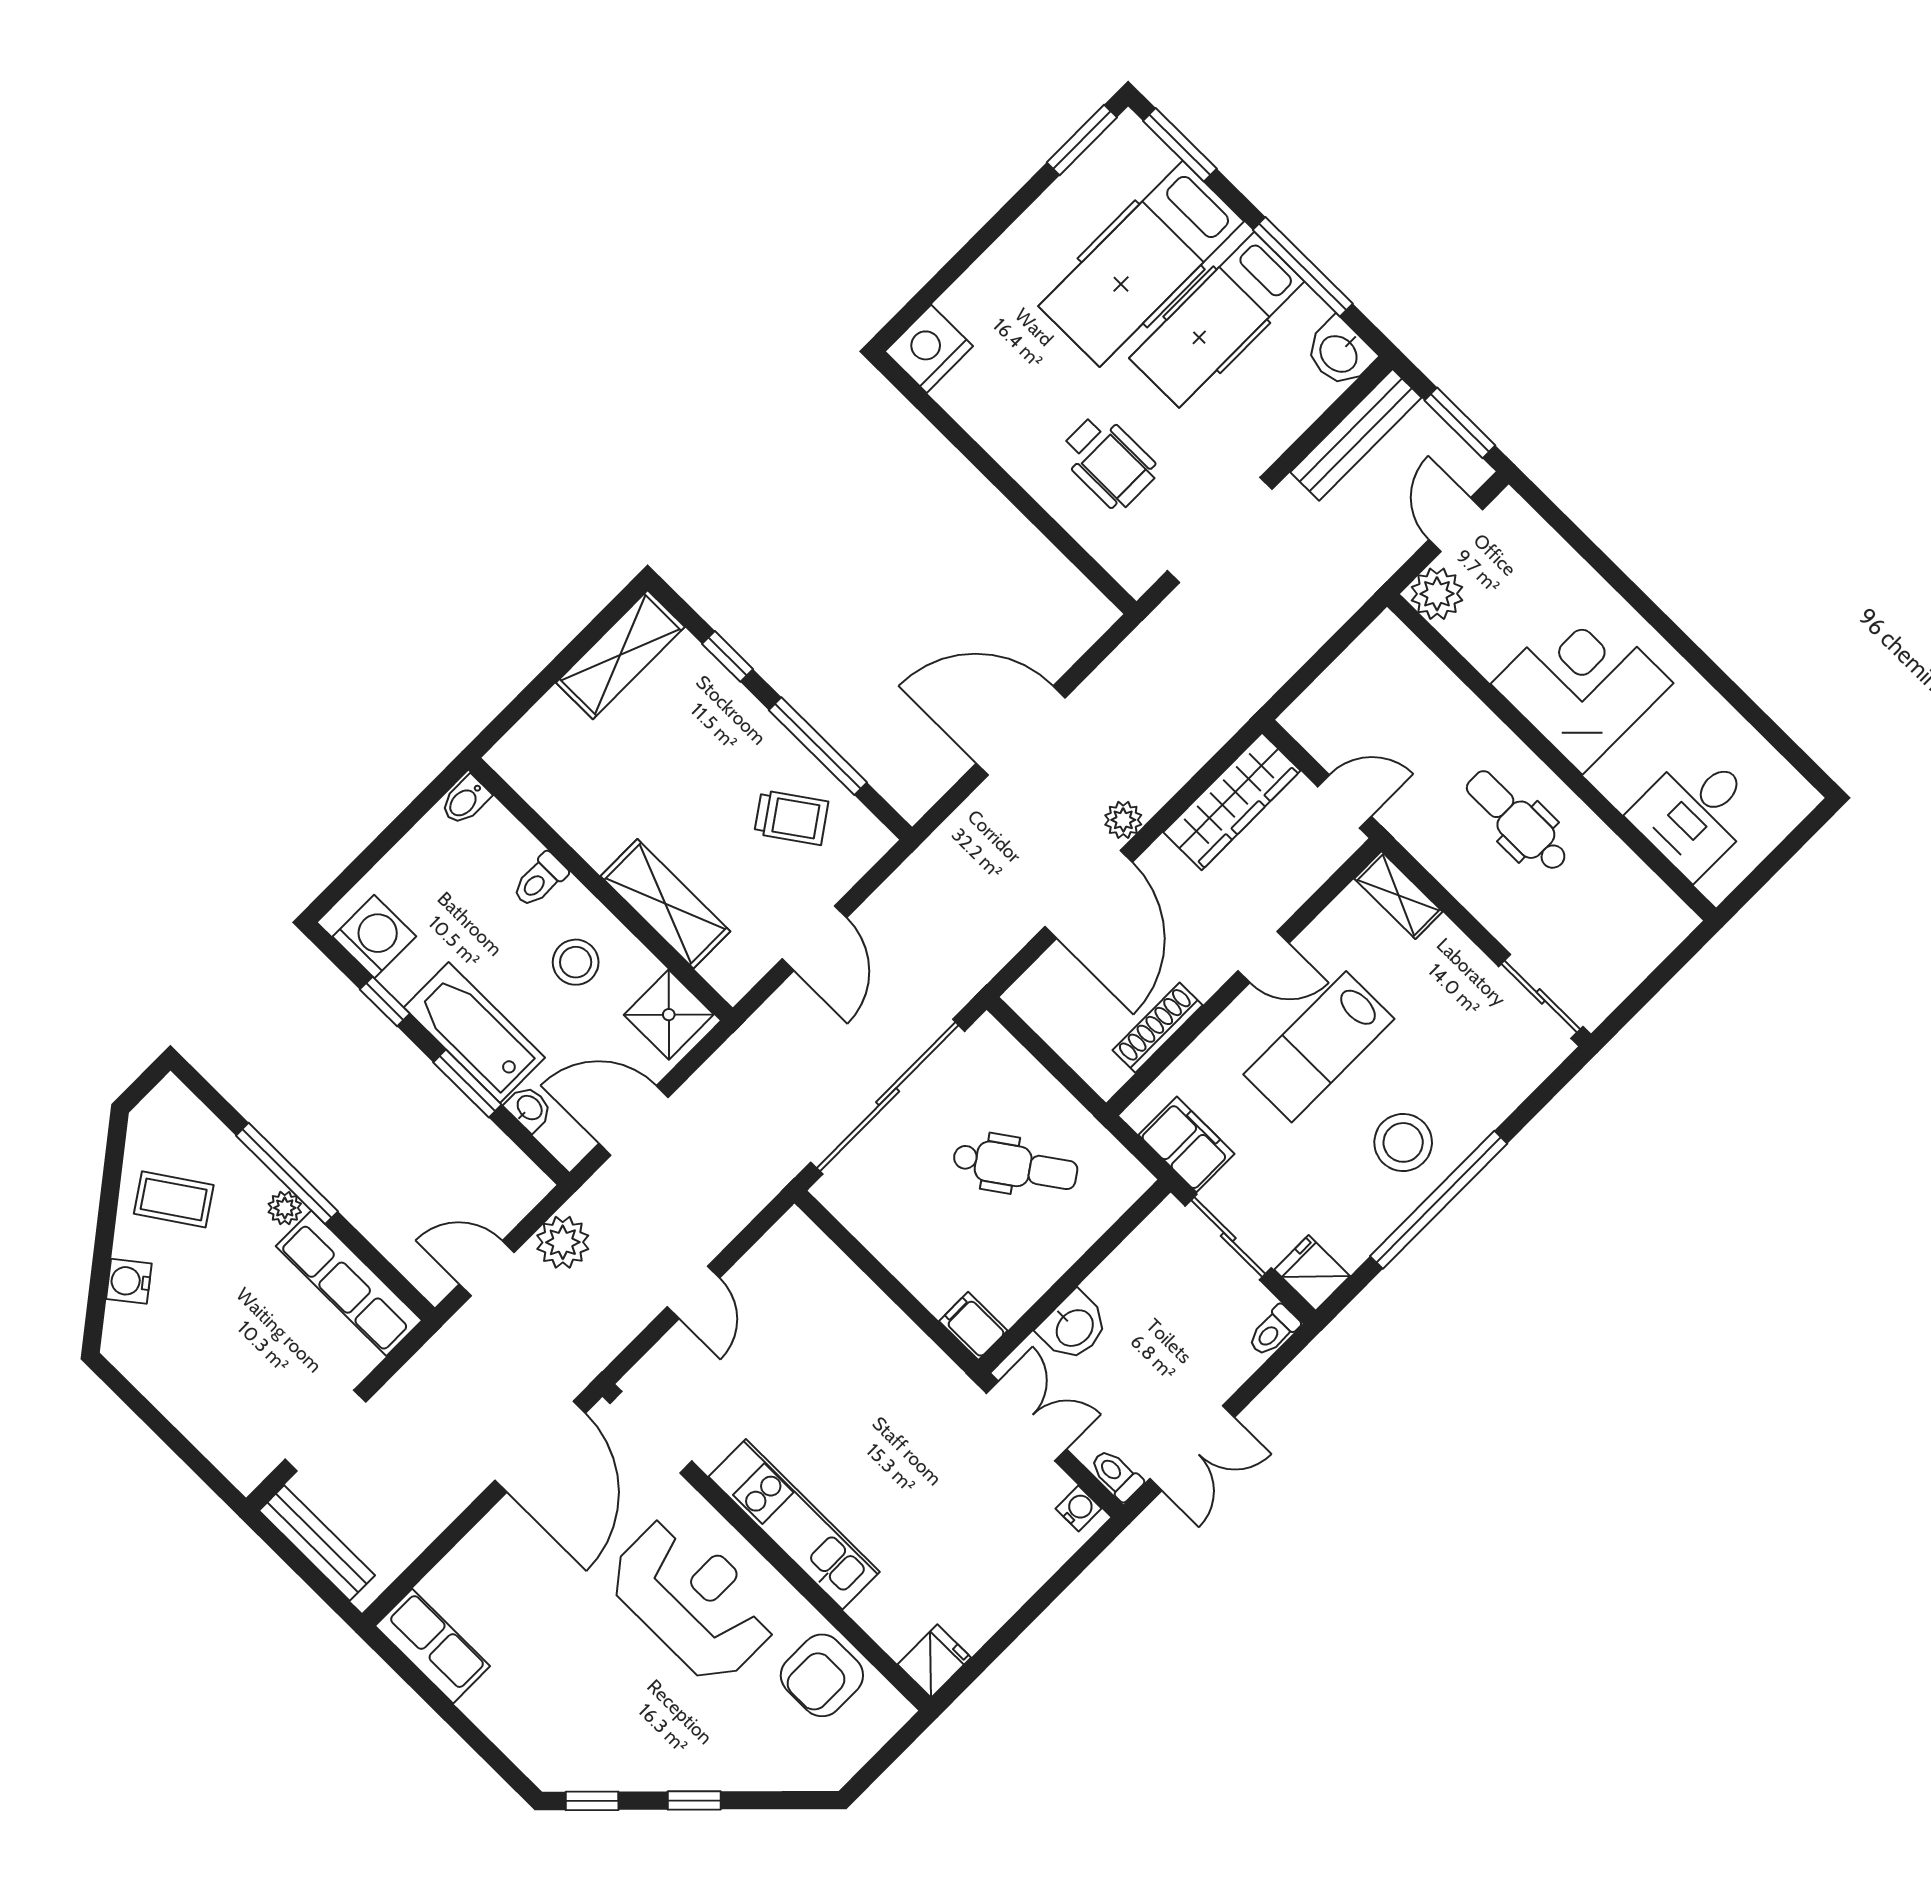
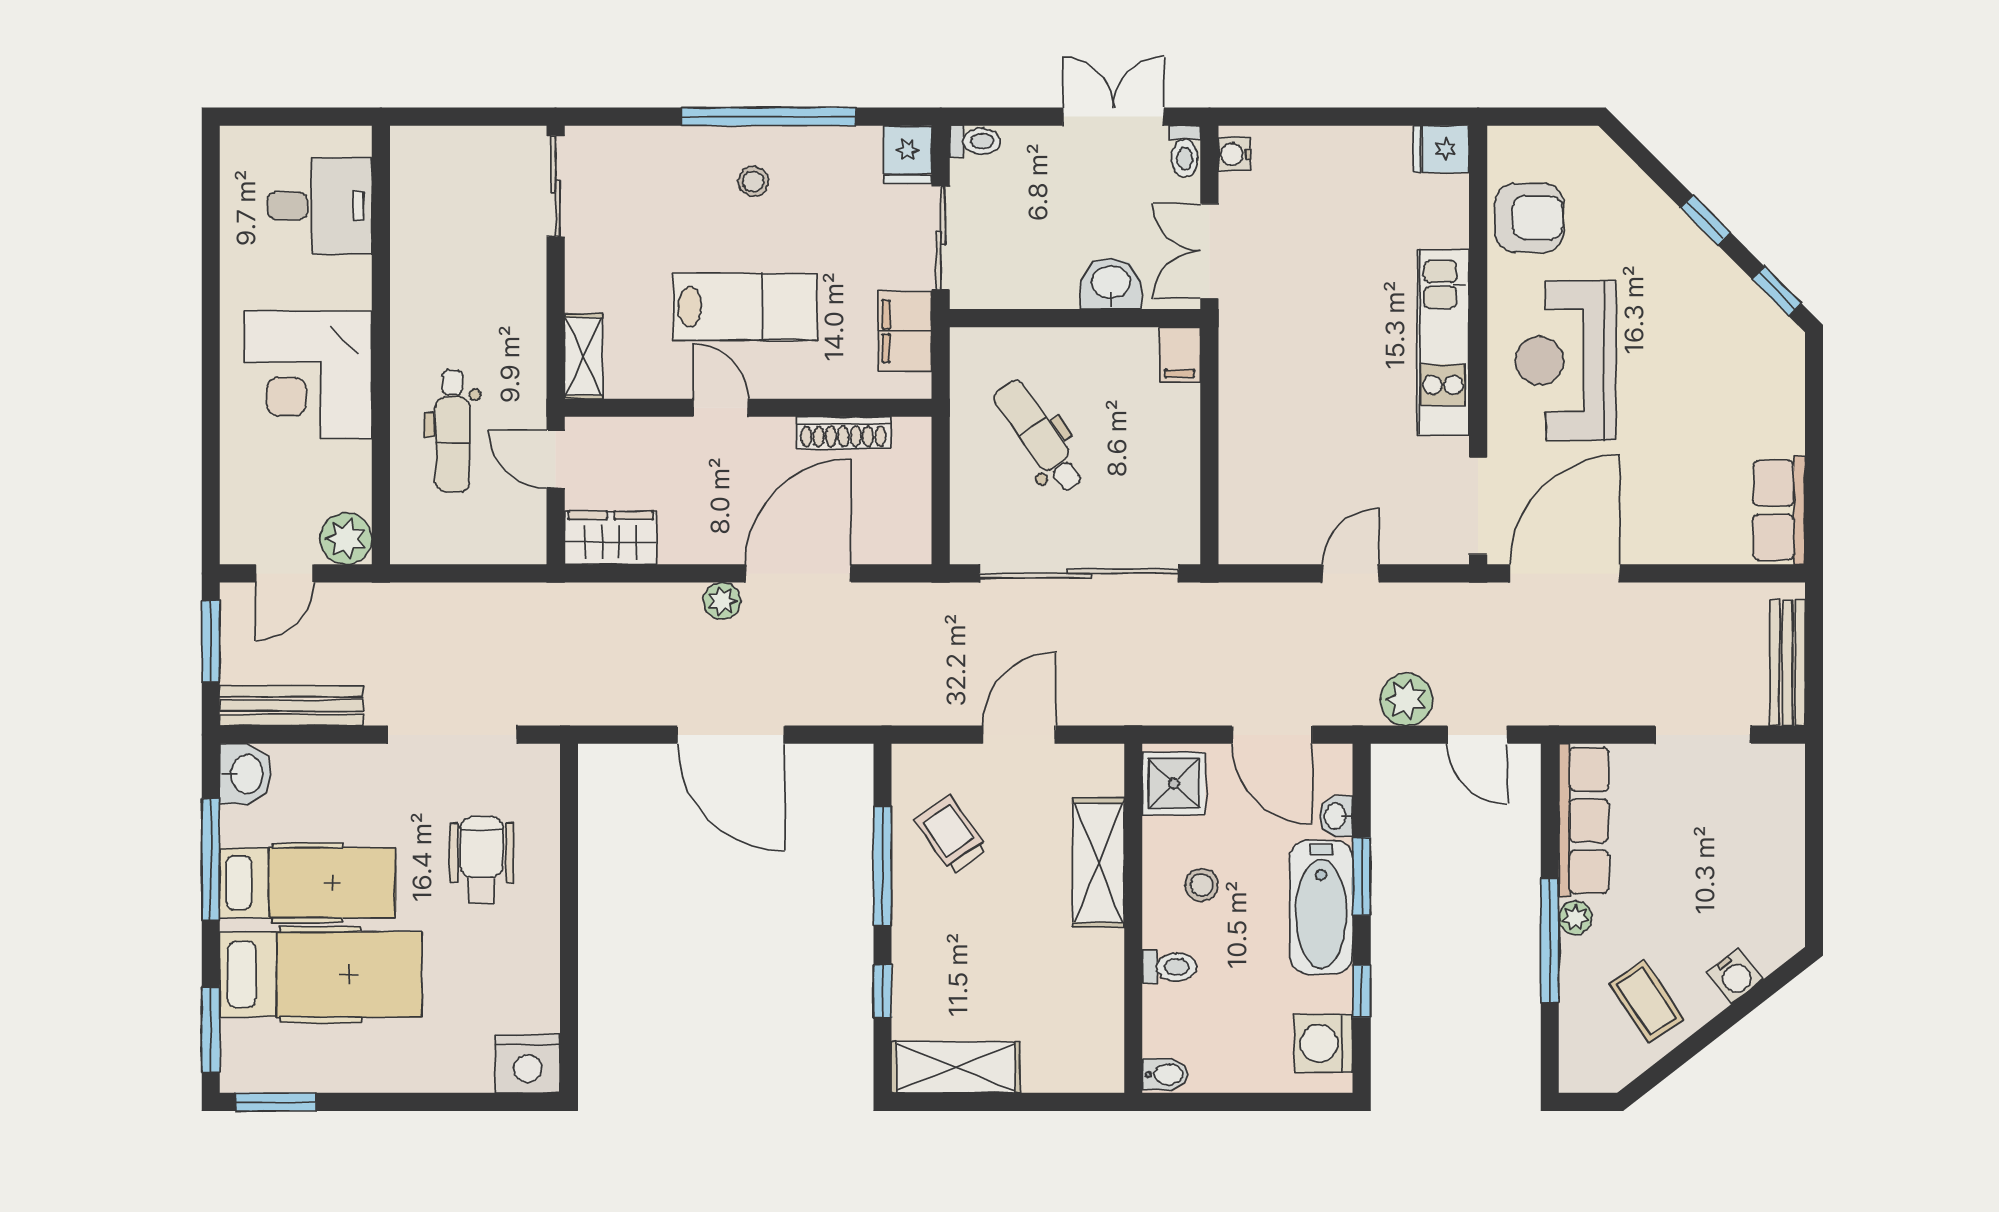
wardrobe: (1232, 801) -> (611, 538), width x0.67
dental chair: (1517, 821) -> (452, 431), moved
stool: (576, 962) -> (1202, 885), width x0.73, depth x0.73
stool: (1403, 1142) -> (753, 181), width x0.53, depth x0.53

